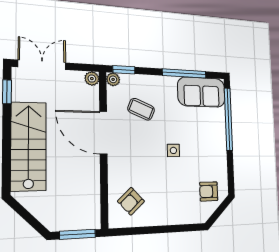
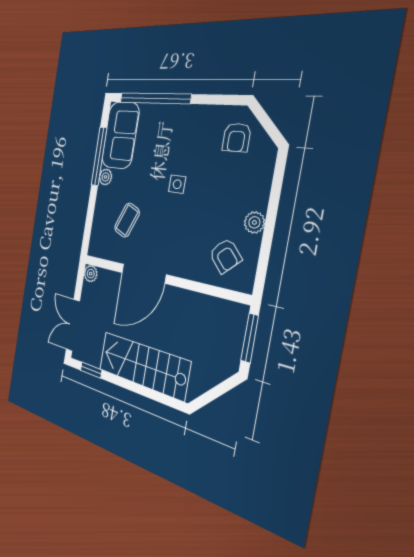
window: (124, 70) -> (87, 233), removed
plant: (113, 79) -> (105, 177), moved
plant: (157, 218) -> (254, 222), added

